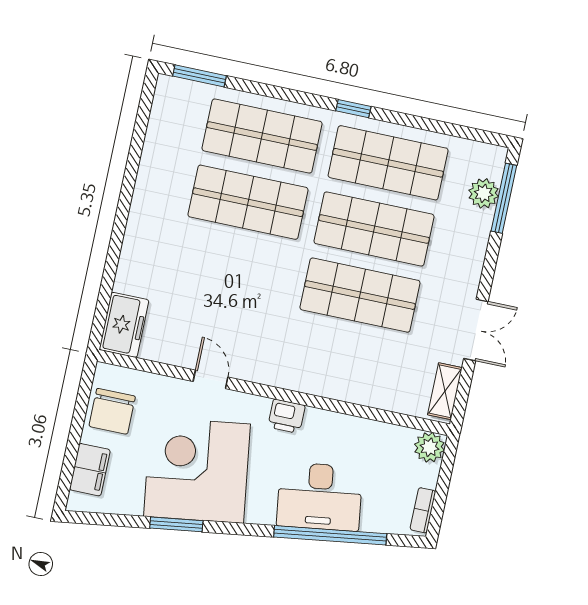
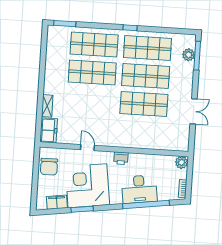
shelving: (445, 391) -> (47, 106), moved
filing cabinet: (90, 470) -> (57, 202), moved, turned -98

